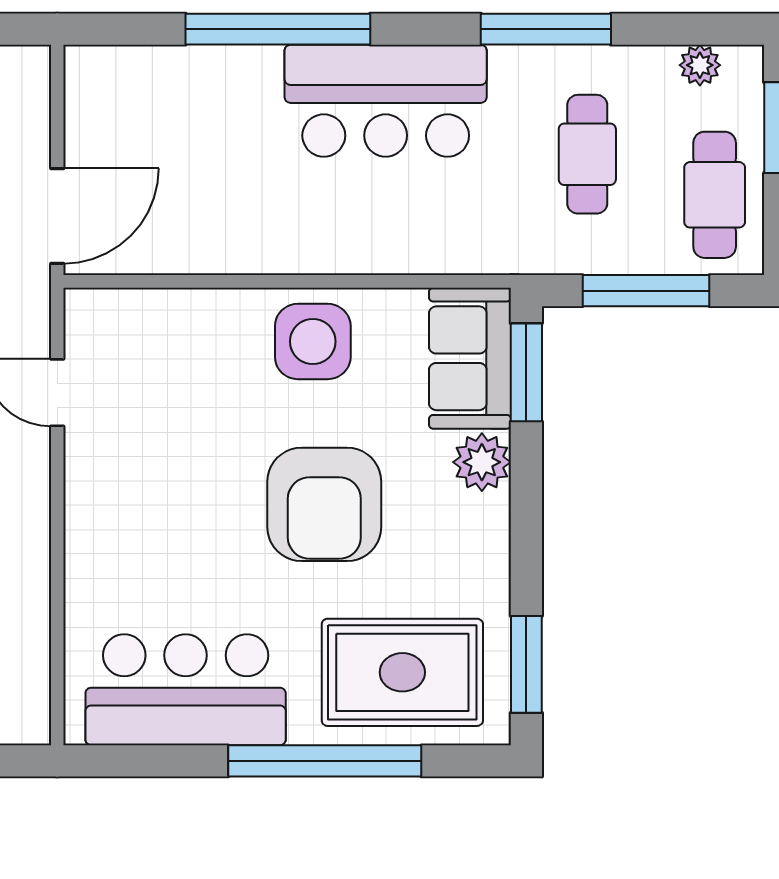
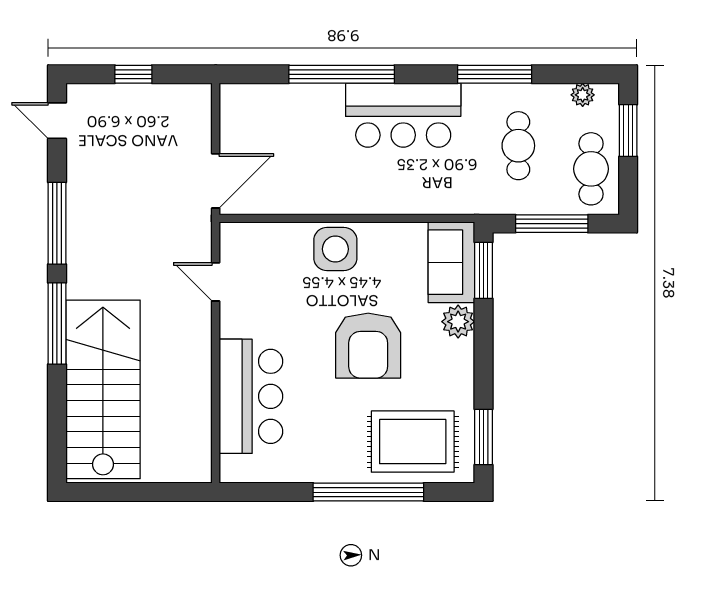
side table: (313, 341) -> (335, 249), moved
bar counter: (186, 690) -> (251, 396), moved, turned 90

